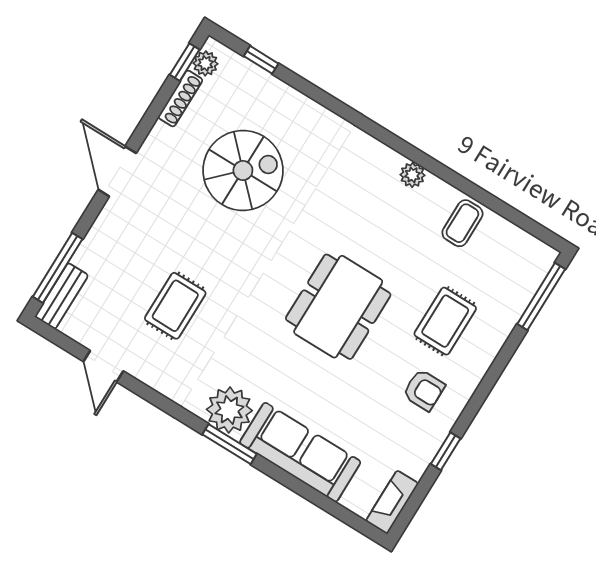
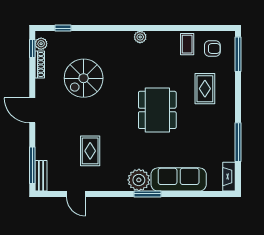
spiral stairs: (243, 170) -> (84, 78), turned 180
plant: (412, 175) -> (140, 37), moved
armchair: (424, 390) -> (212, 48), moved
window: (446, 451) -> (238, 142), width x2.17

